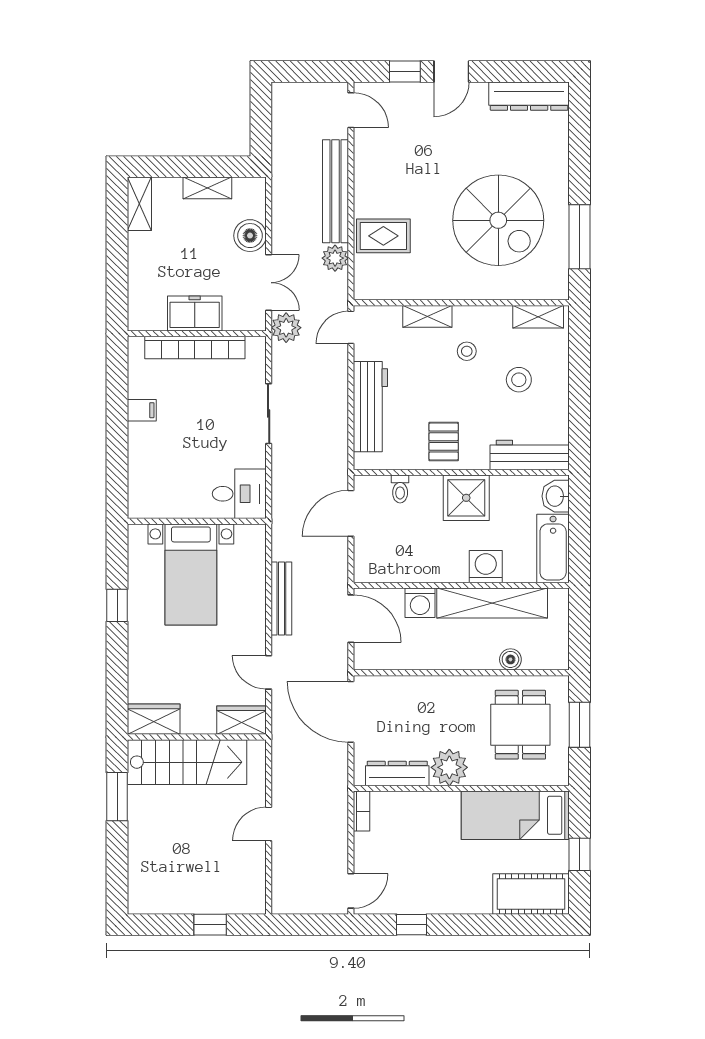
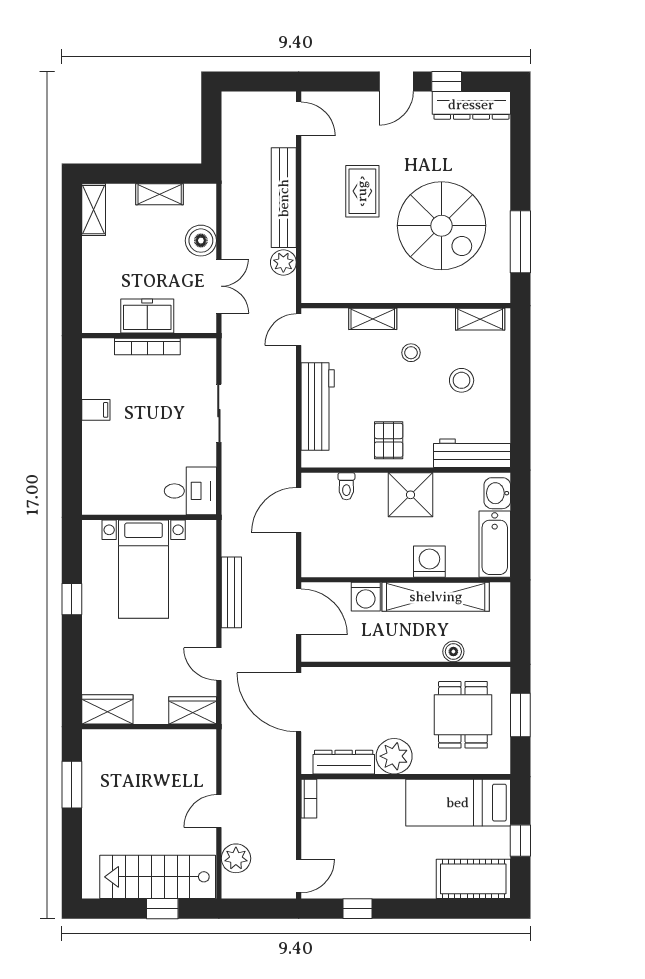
window: (405, 72) -> (447, 82), moved
rug: (383, 236) -> (362, 191), moved, turned 90
plant: (286, 328) -> (236, 858), moved
bookcase: (195, 348) -> (147, 346), width x0.68, depth x0.76
stairs: (187, 762) -> (158, 877), moved, turned 180

